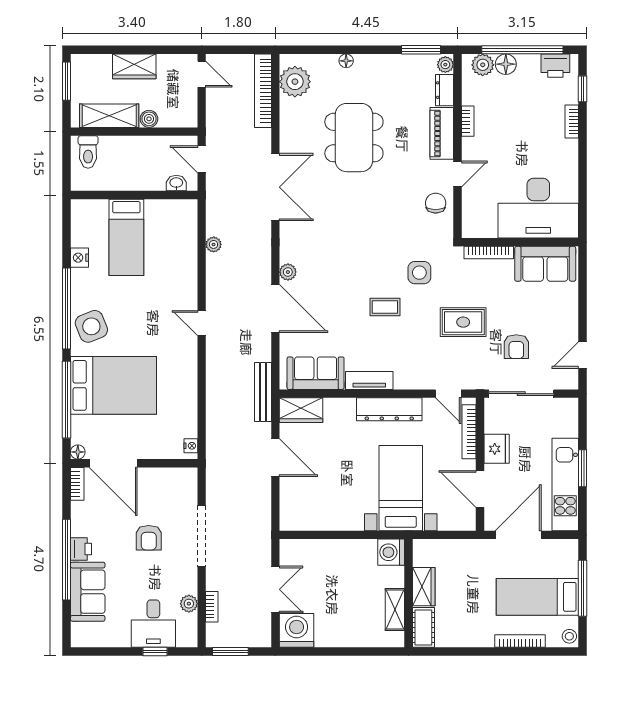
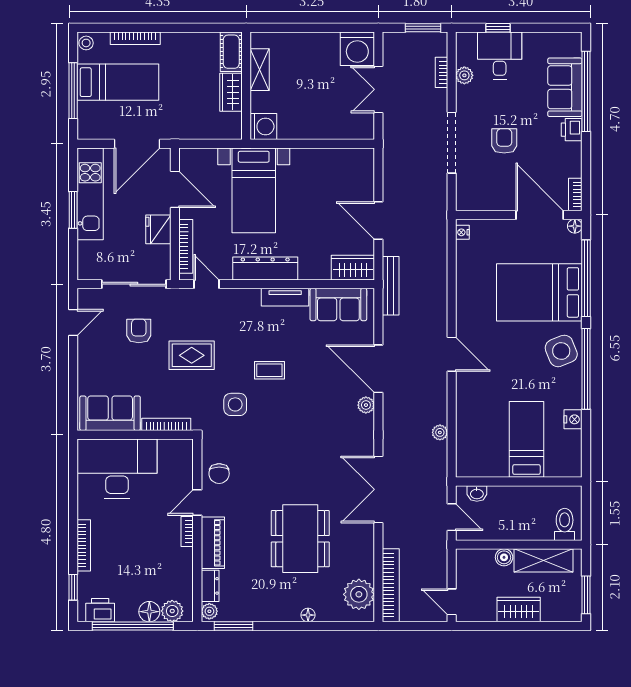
bookcase: (468, 121) -> (187, 531), moved
bookcase: (572, 122) -> (84, 545), width x1.56
door: (202, 323) -> (452, 354), width x1.38
window: (67, 560) -> (586, 91), moved

